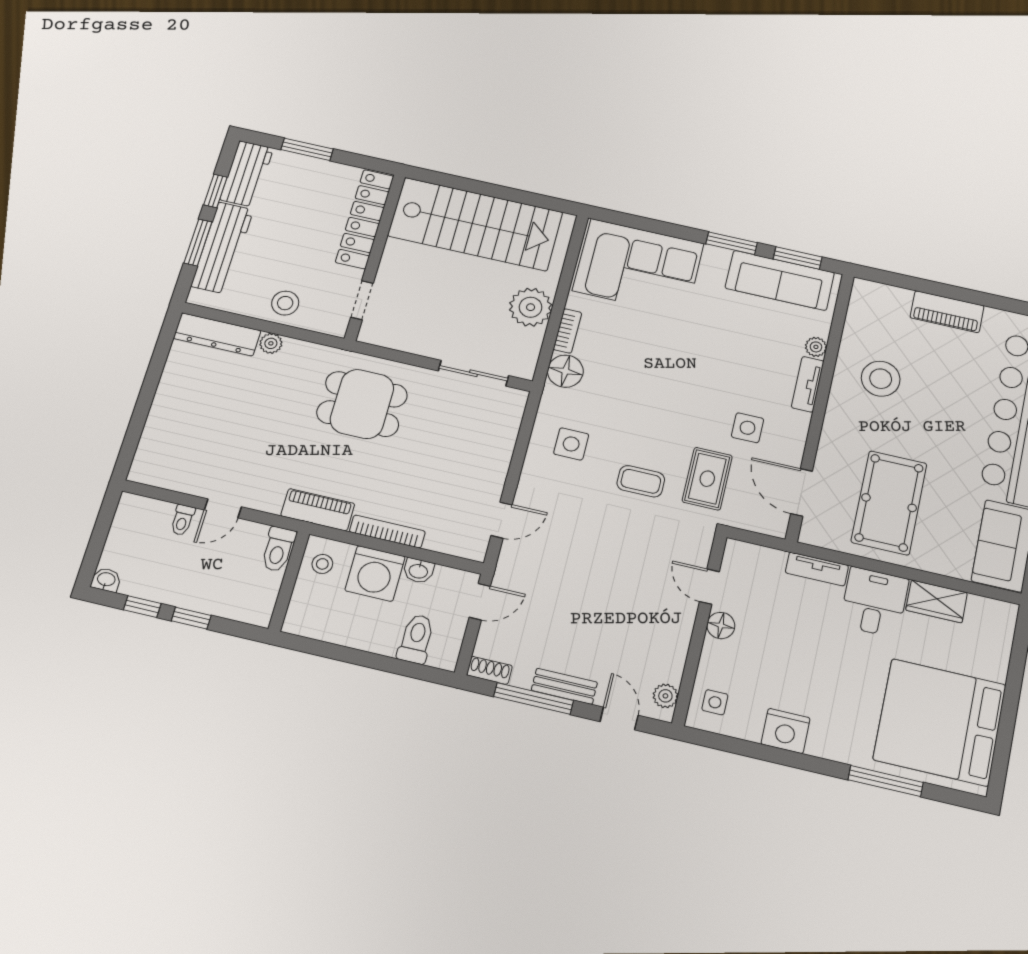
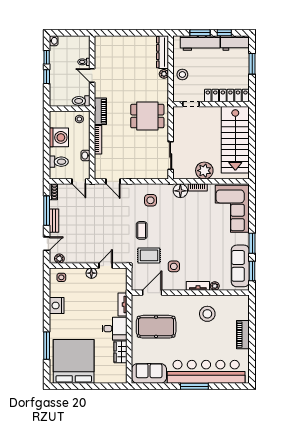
dining table: (362, 404) -> (147, 116), turned 90
washing machine: (375, 573) -> (59, 137), moved, turned 180

